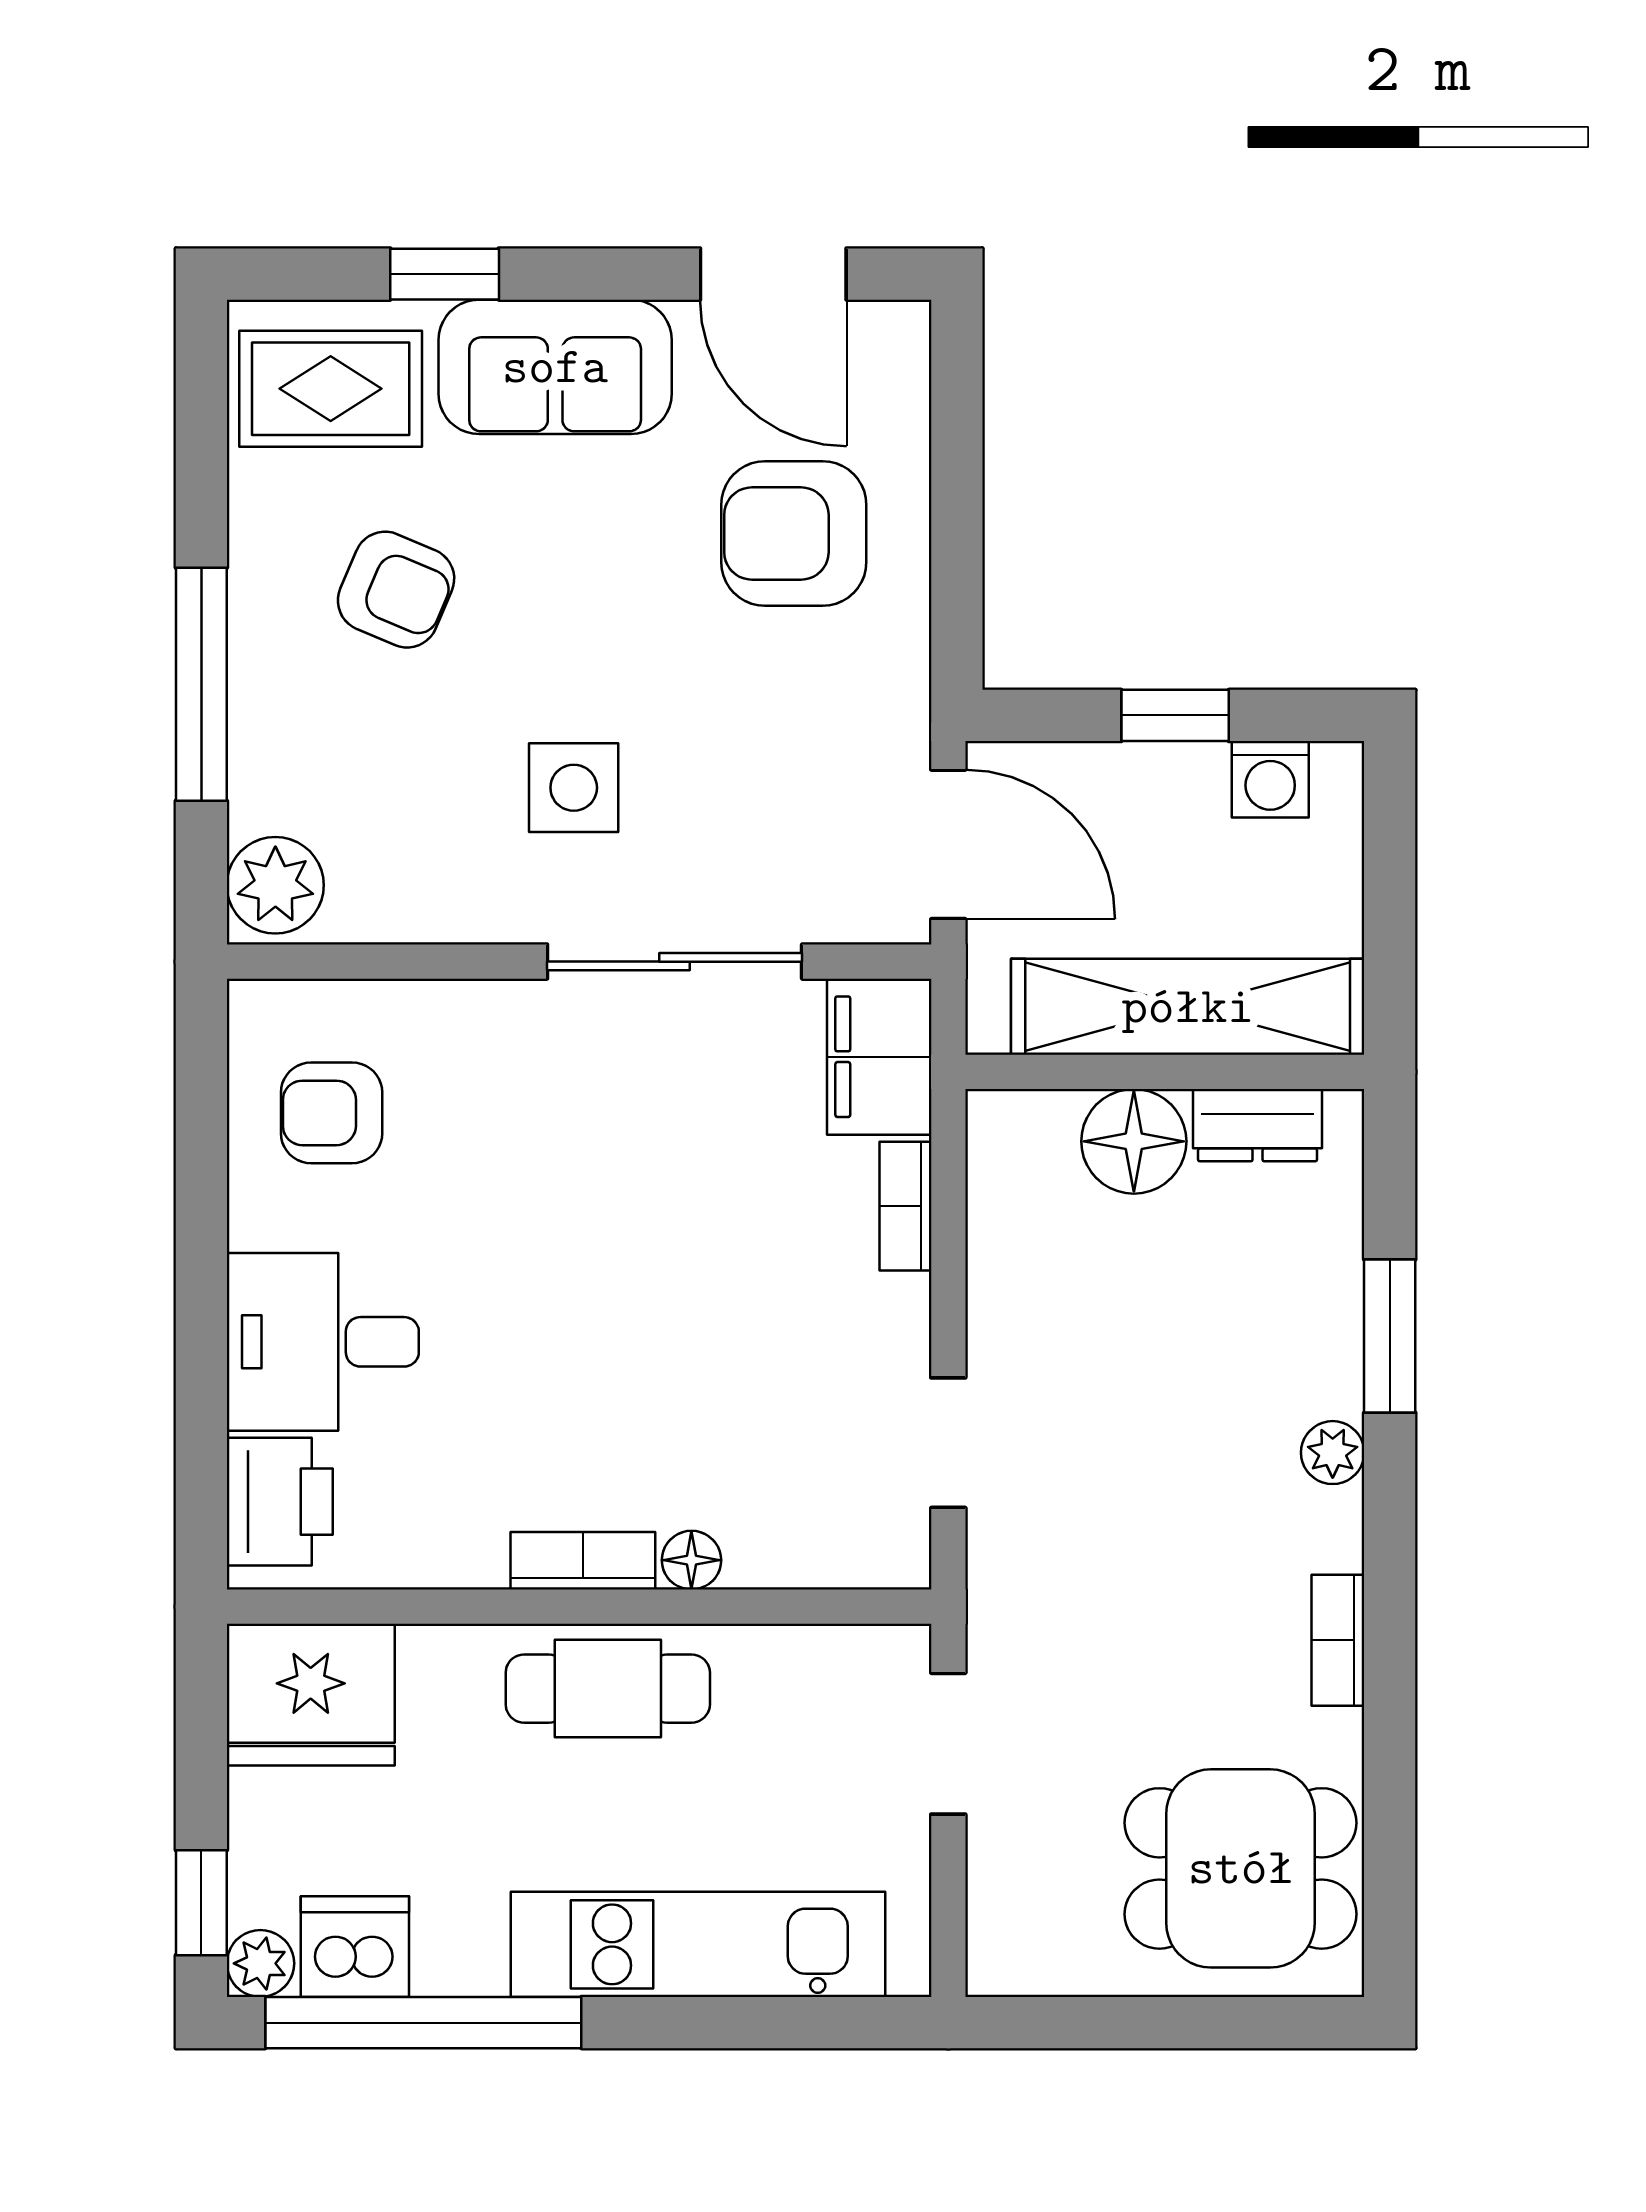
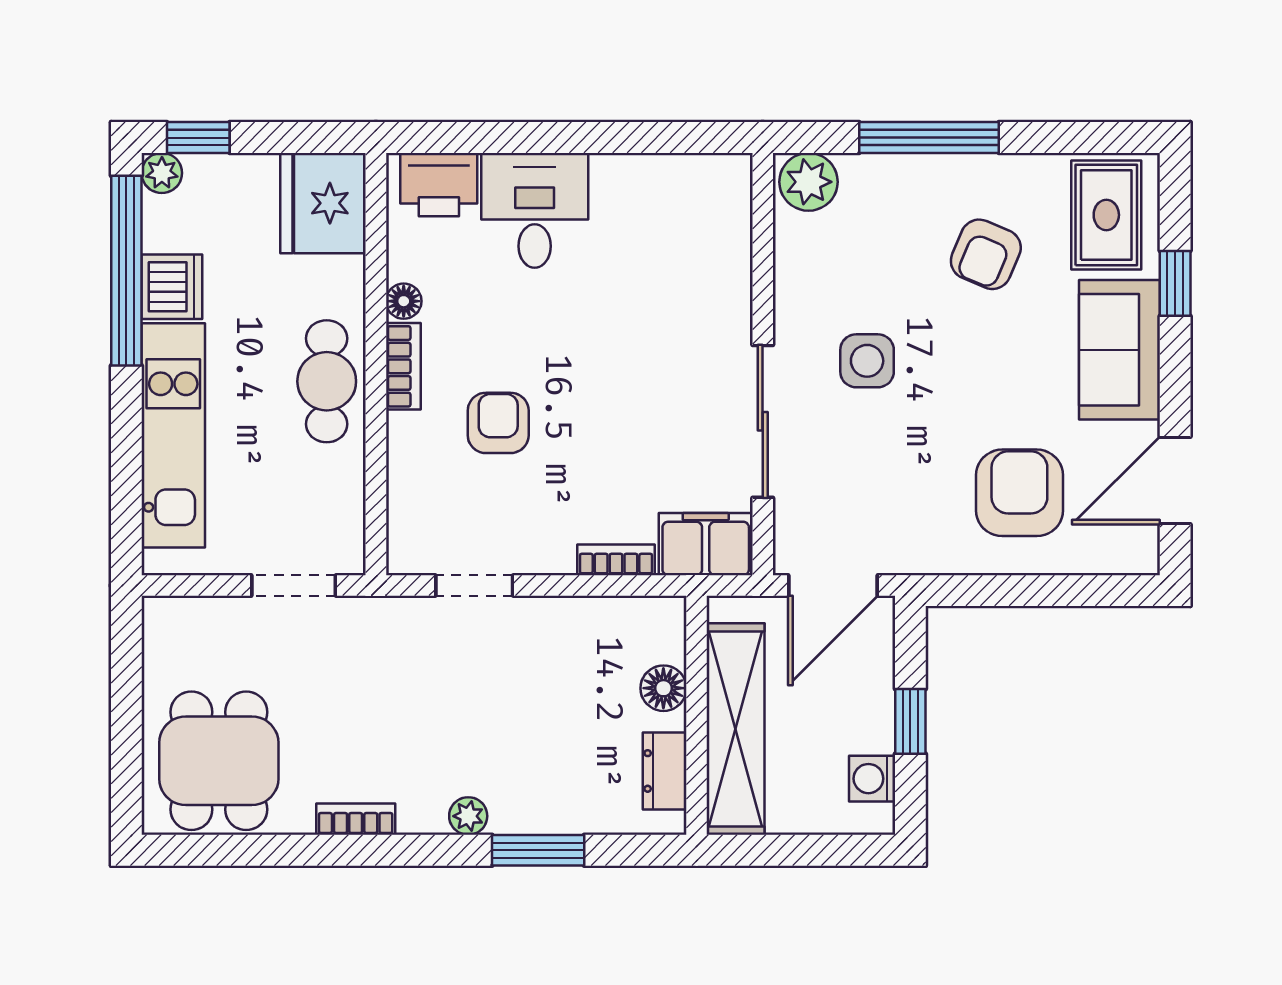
armchair: (332, 1113) -> (498, 423), moved
floor lamp: (1134, 1141) -> (663, 688), width x0.73, depth x0.73
floor lamp: (691, 1560) -> (404, 301), moved
dishwasher: (355, 1947) -> (172, 287), moved

